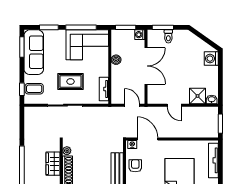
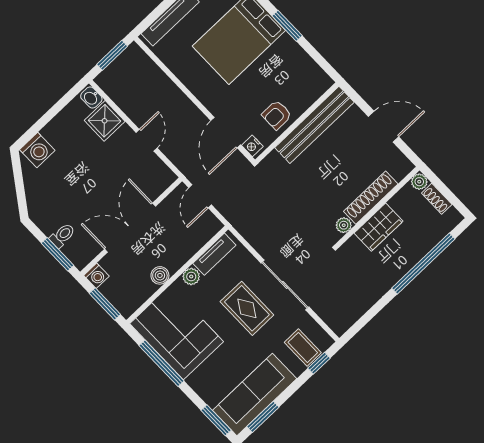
window: (49, 27) -> (216, 420), moved
plant: (104, 72) -> (191, 276), added

